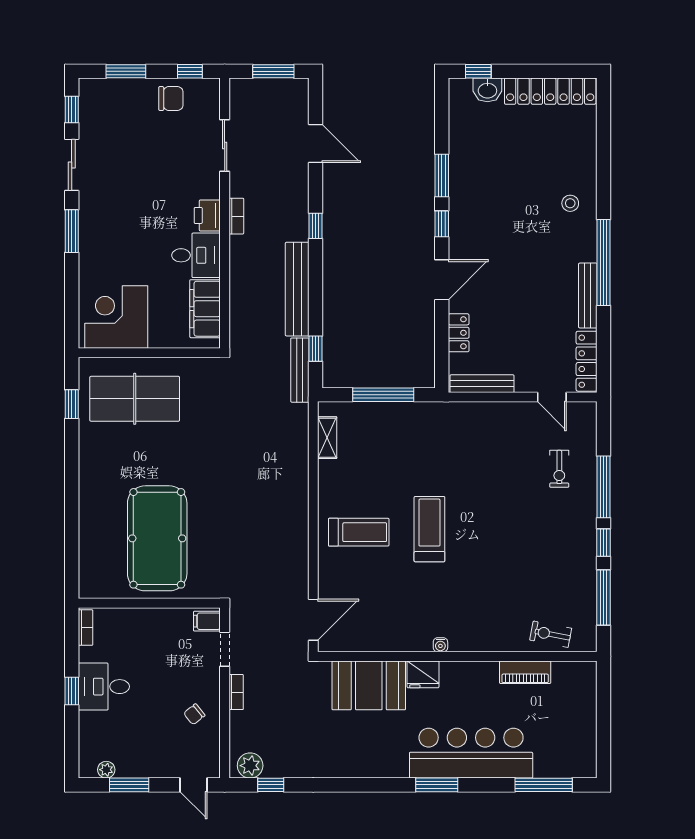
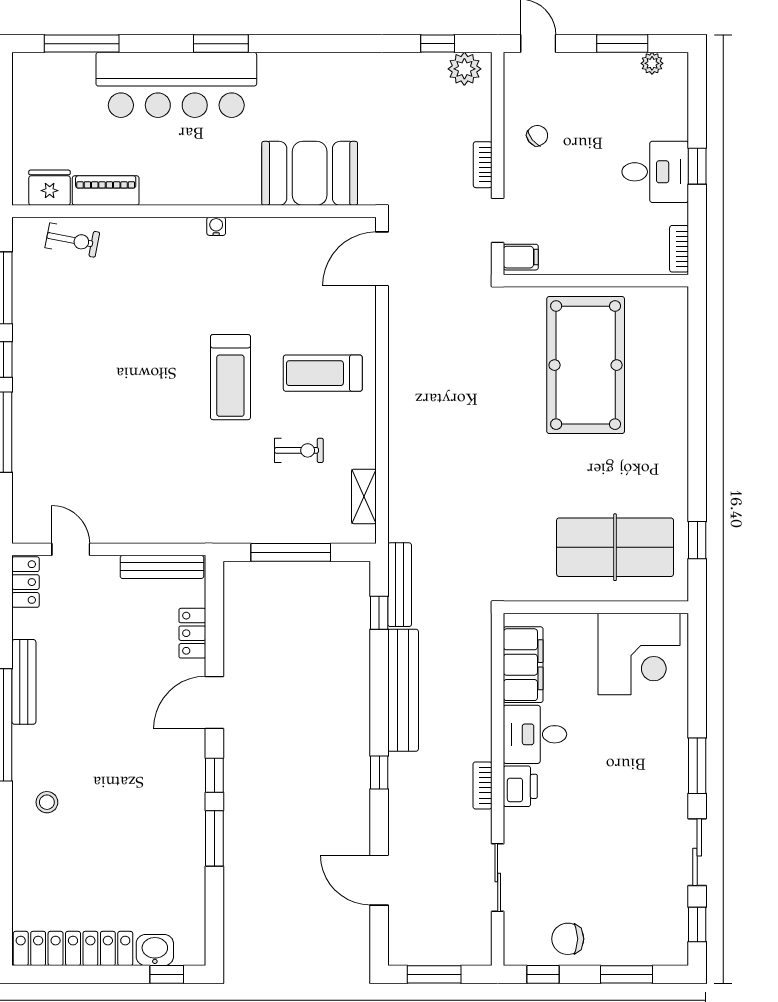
locker: (587, 361) -> (26, 582), width x0.66
exercise bike: (559, 469) -> (299, 450), moved, turned 90
fridge: (423, 674) -> (50, 188), moved

